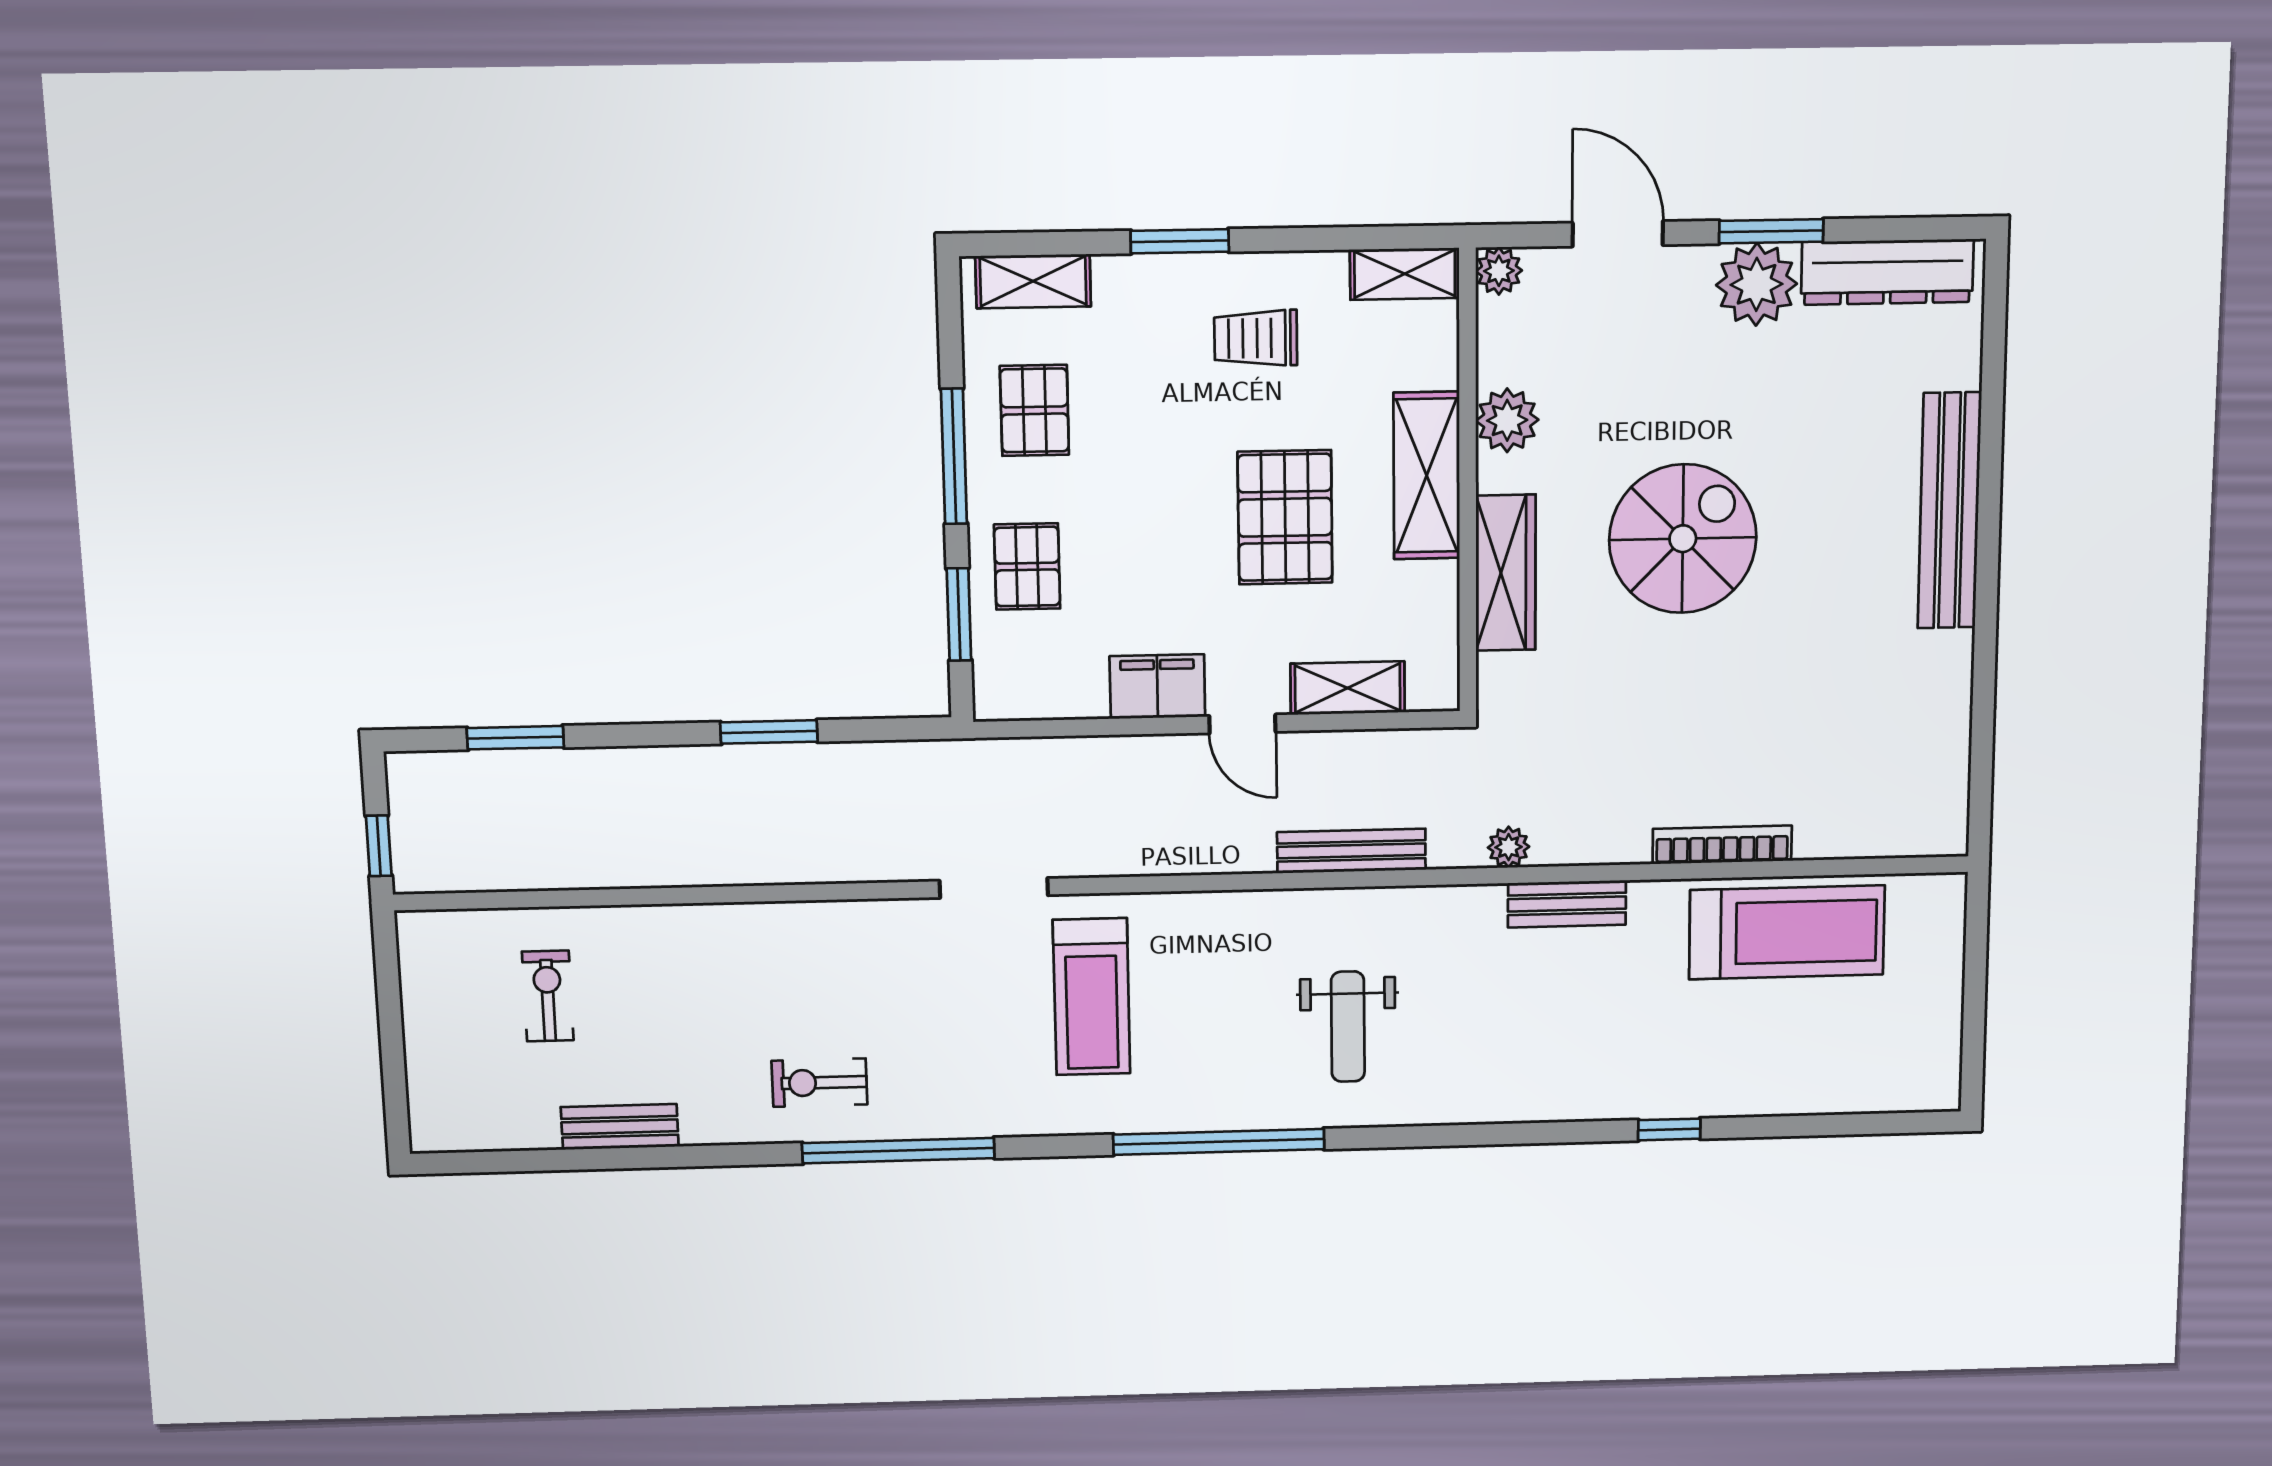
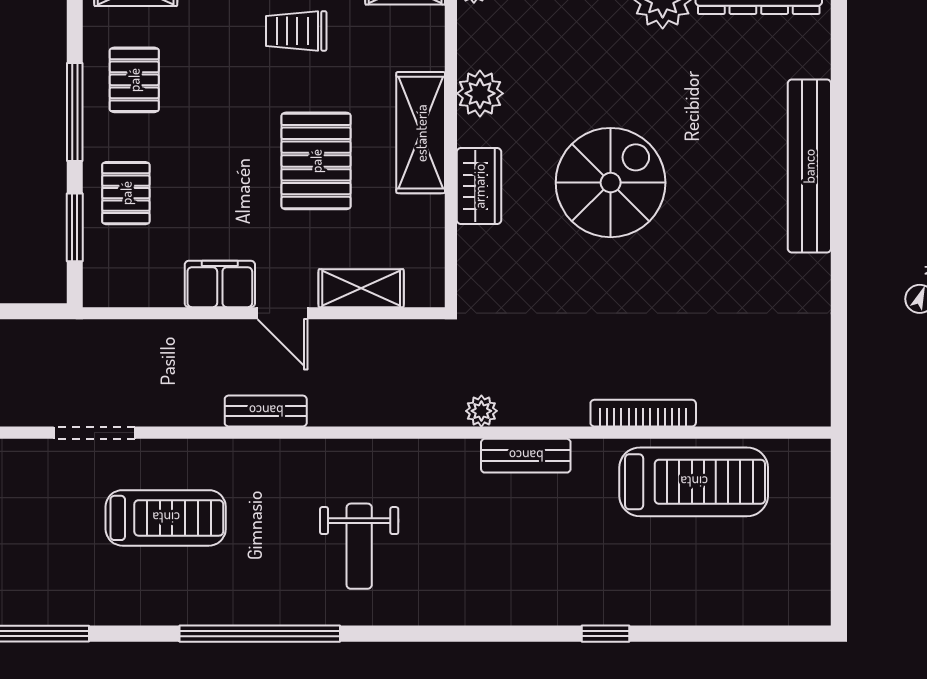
wardrobe: (1506, 573) -> (479, 186), width x0.67
bench: (1351, 851) -> (266, 411), moved, width x0.73
treadmill: (1092, 997) -> (166, 518), turned -90

